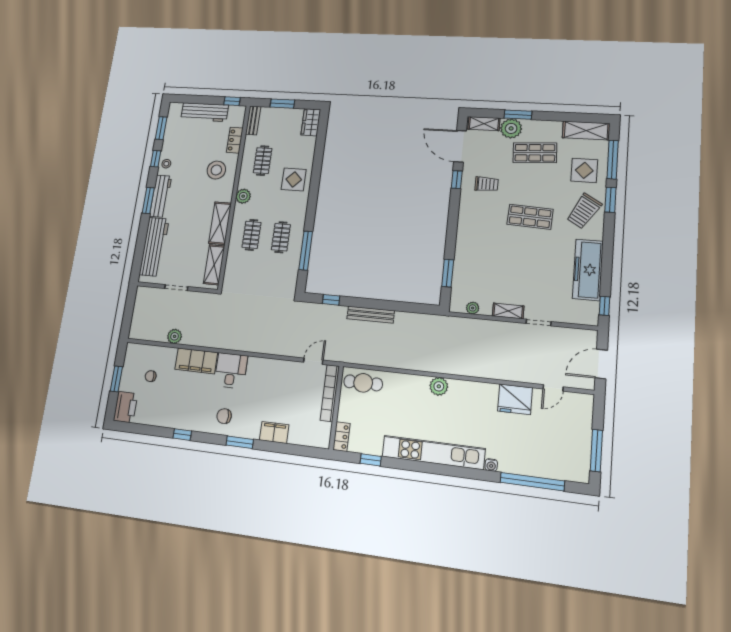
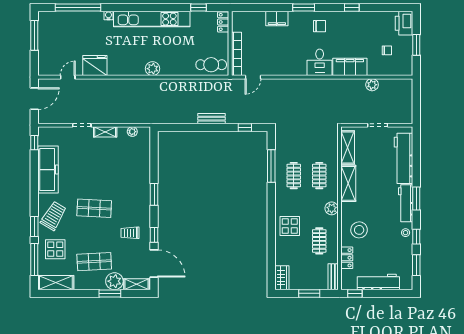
window: (448, 273) -> (154, 194), moved
bench: (371, 315) -> (211, 119), width x0.73

